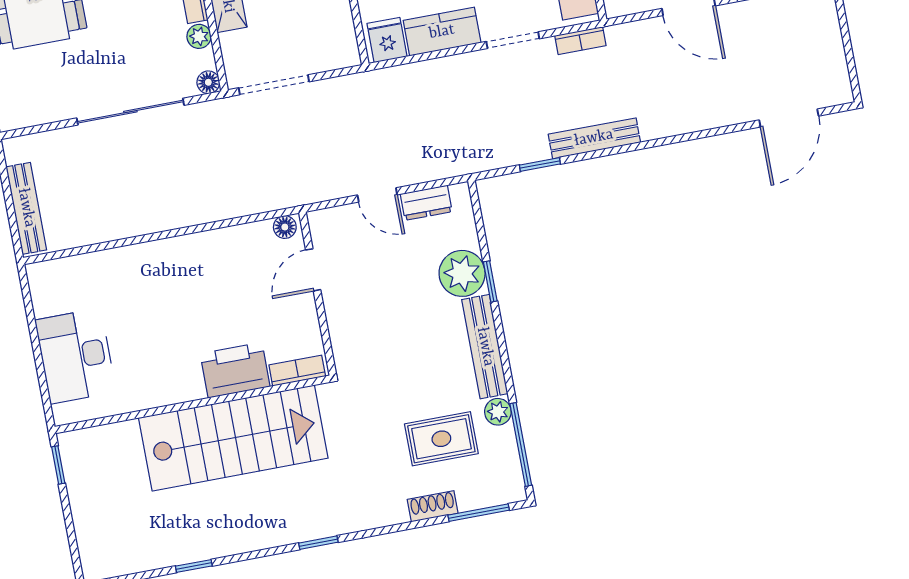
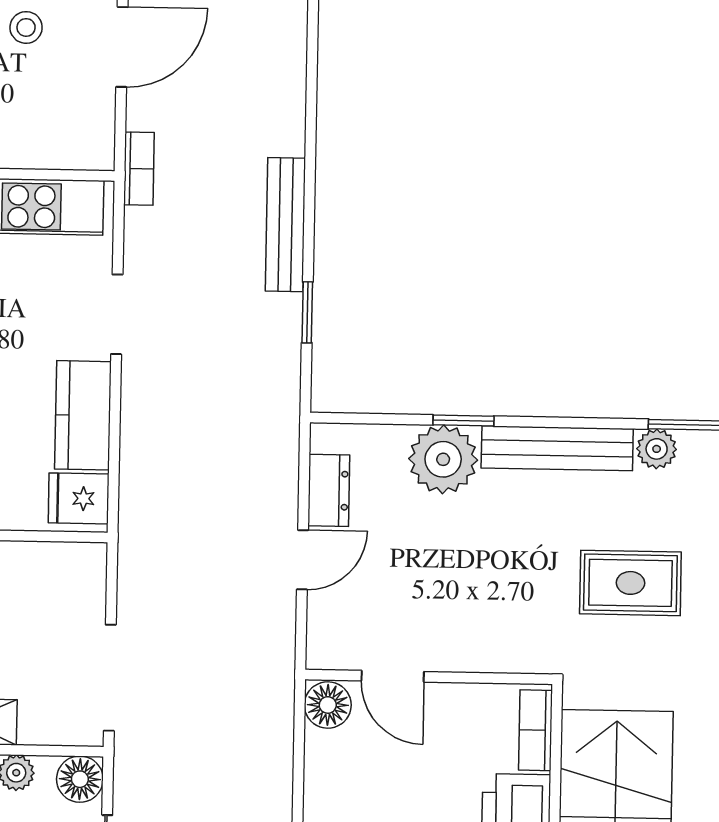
bookcase: (580, 41) -> (139, 169), moved
floor lamp: (208, 82) -> (80, 779), width x1.37, depth x1.37
floor lamp: (285, 227) -> (328, 705), width x1.37, depth x1.37
rug: (441, 439) -> (630, 583), moved, turned 90

